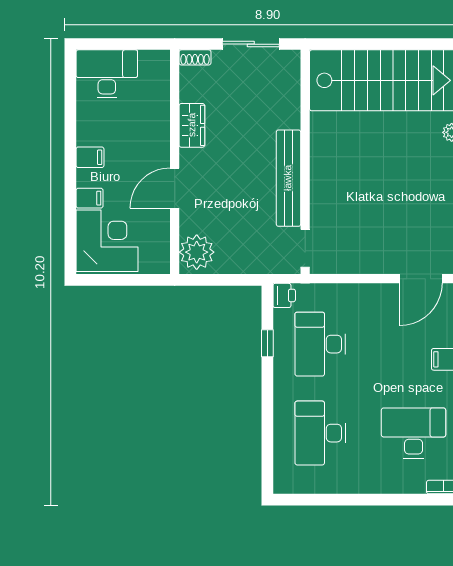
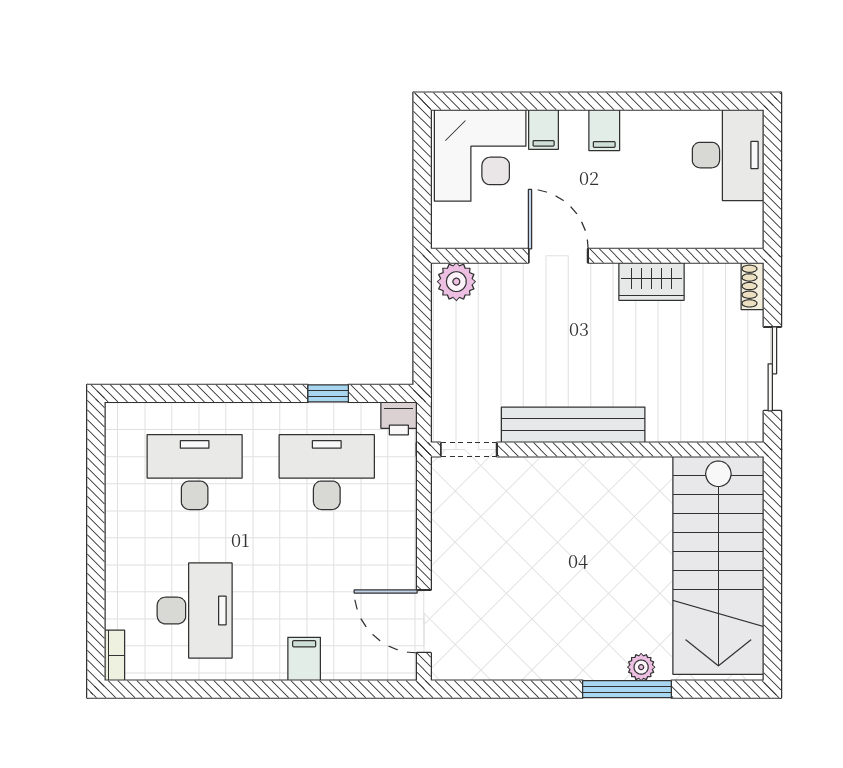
plant: (197, 252) -> (456, 282), width x0.73, depth x0.73

